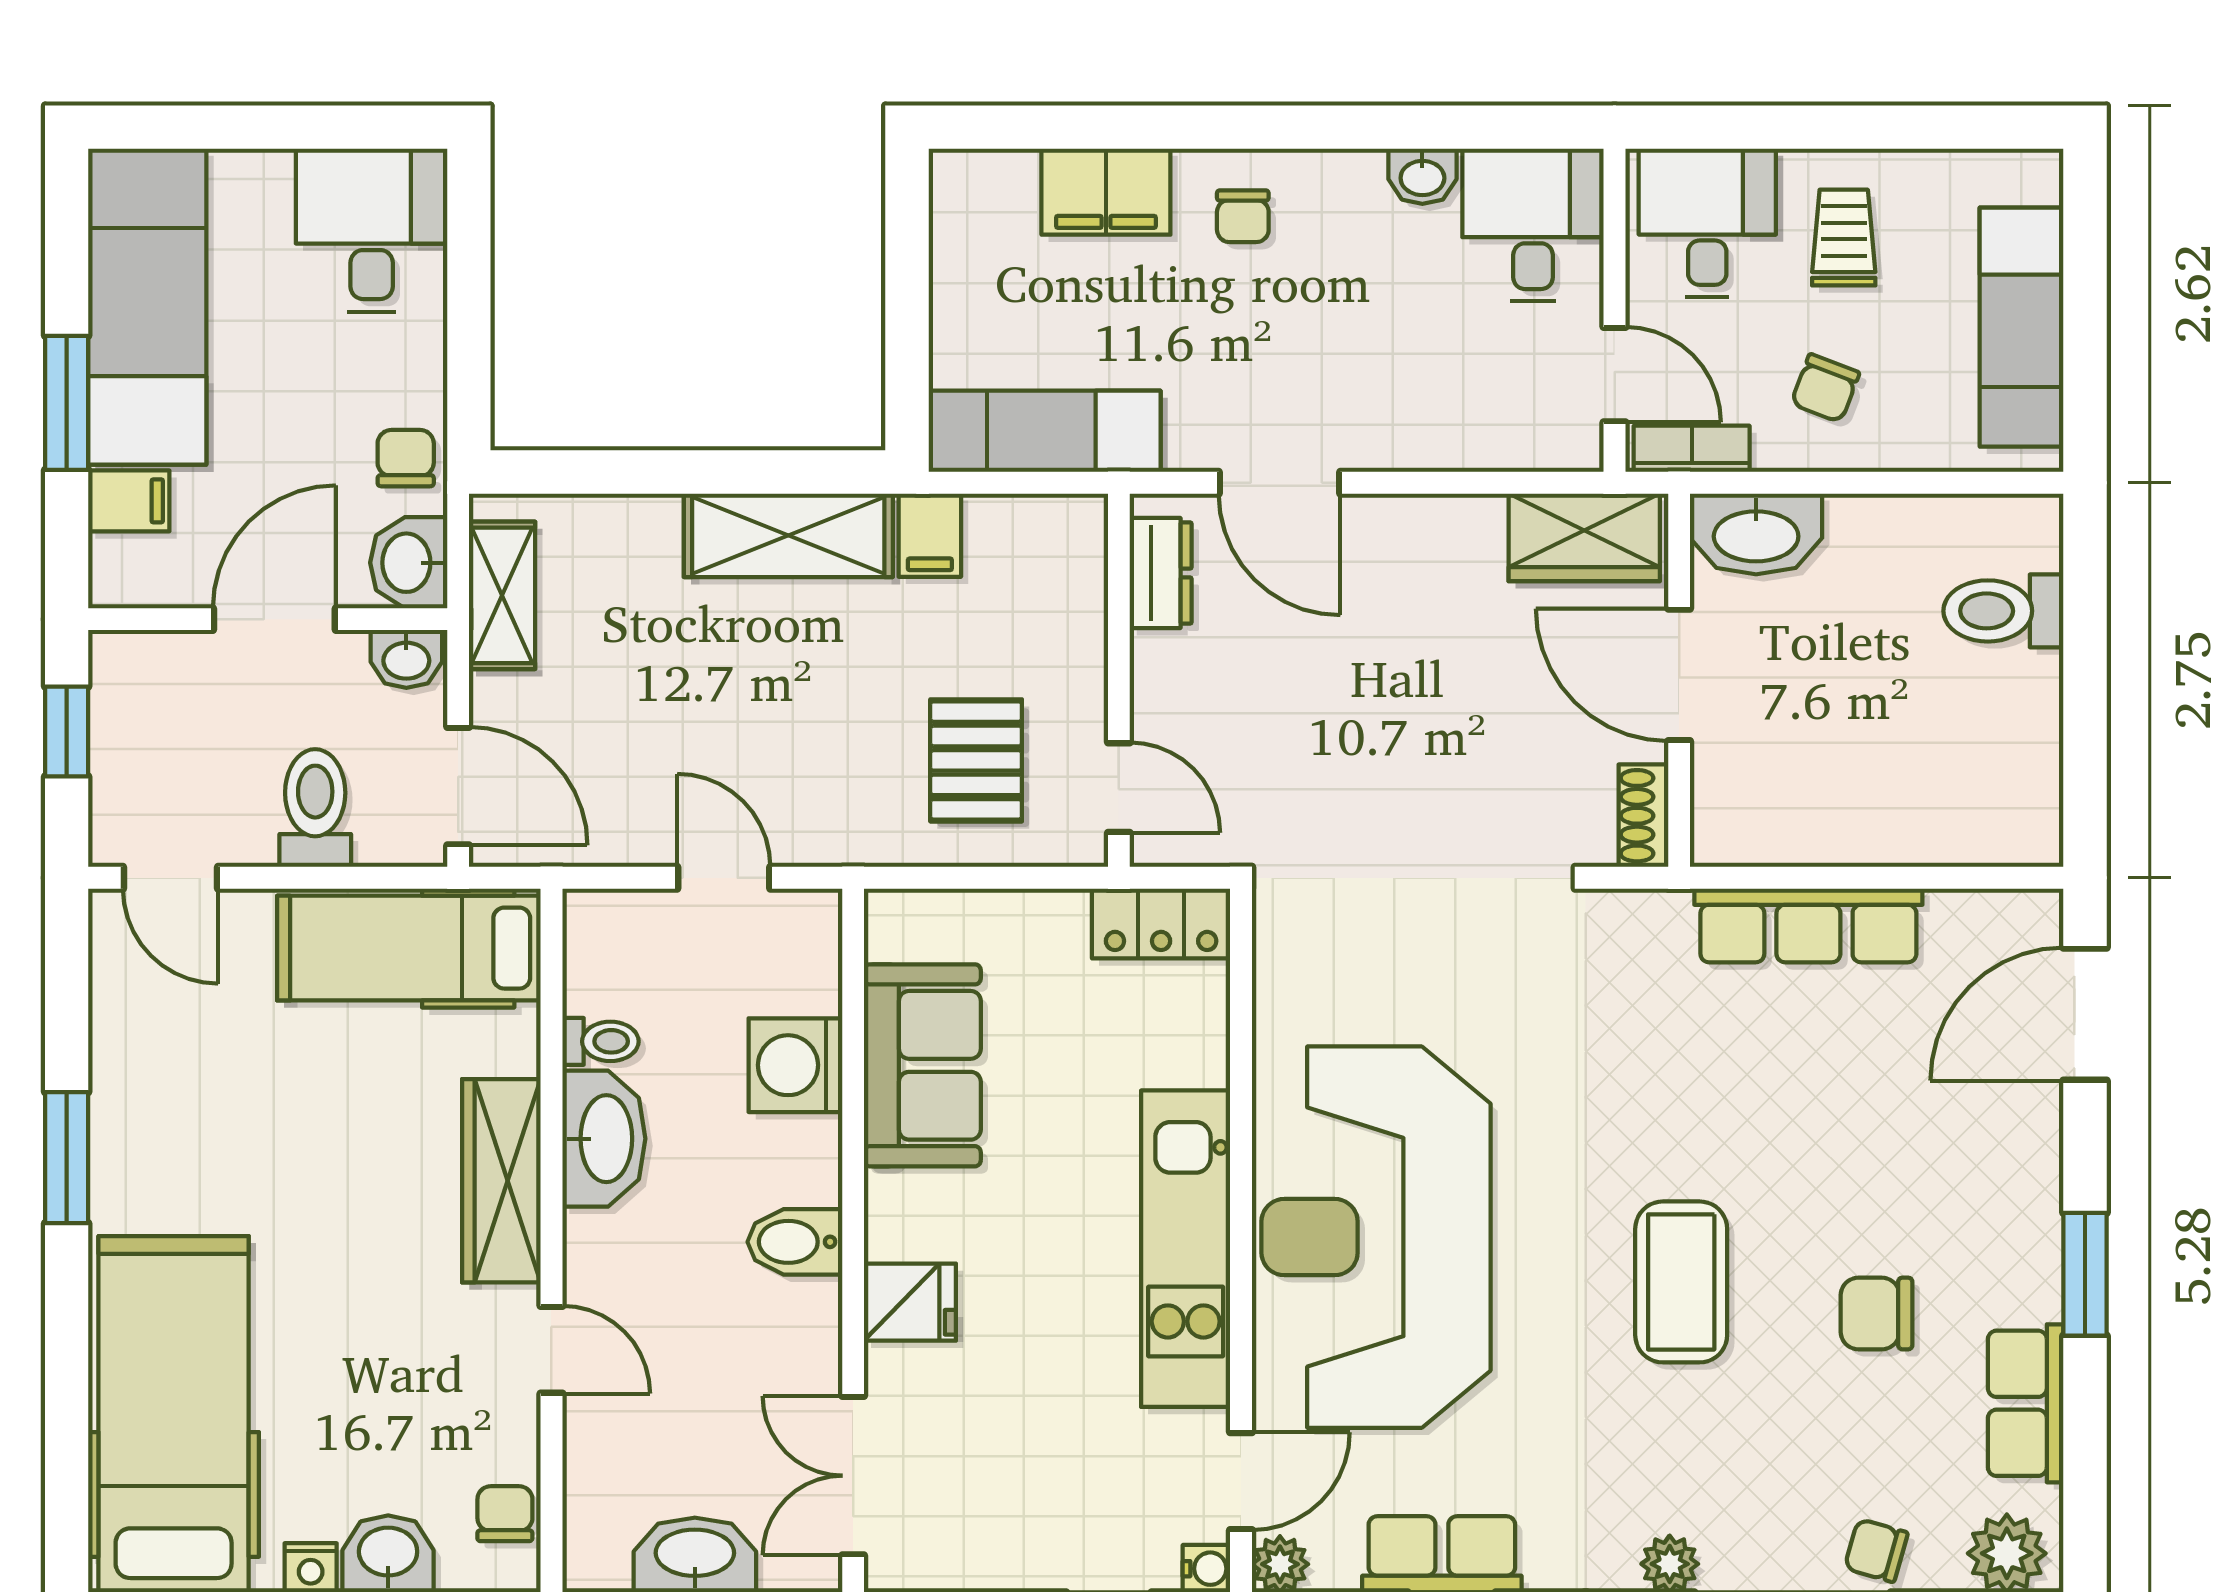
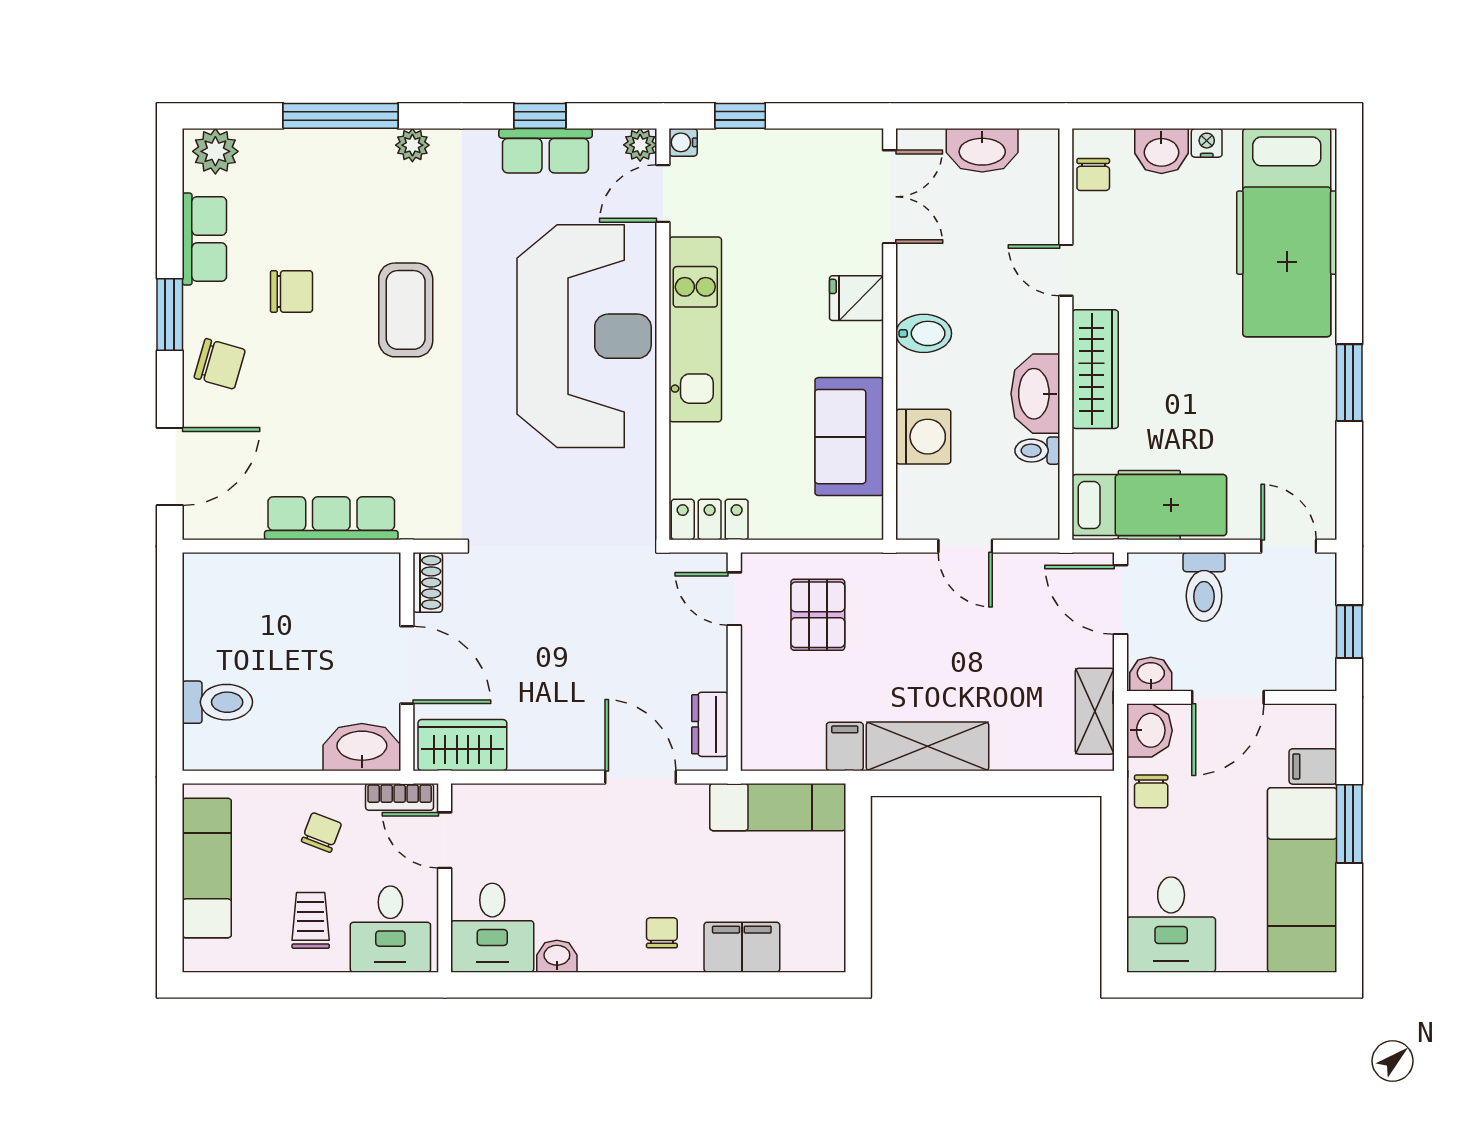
trolley: (1844, 238) -> (311, 920), turned 180
chair: (1876, 1550) -> (220, 364), moved, width x1.37, depth x1.37

